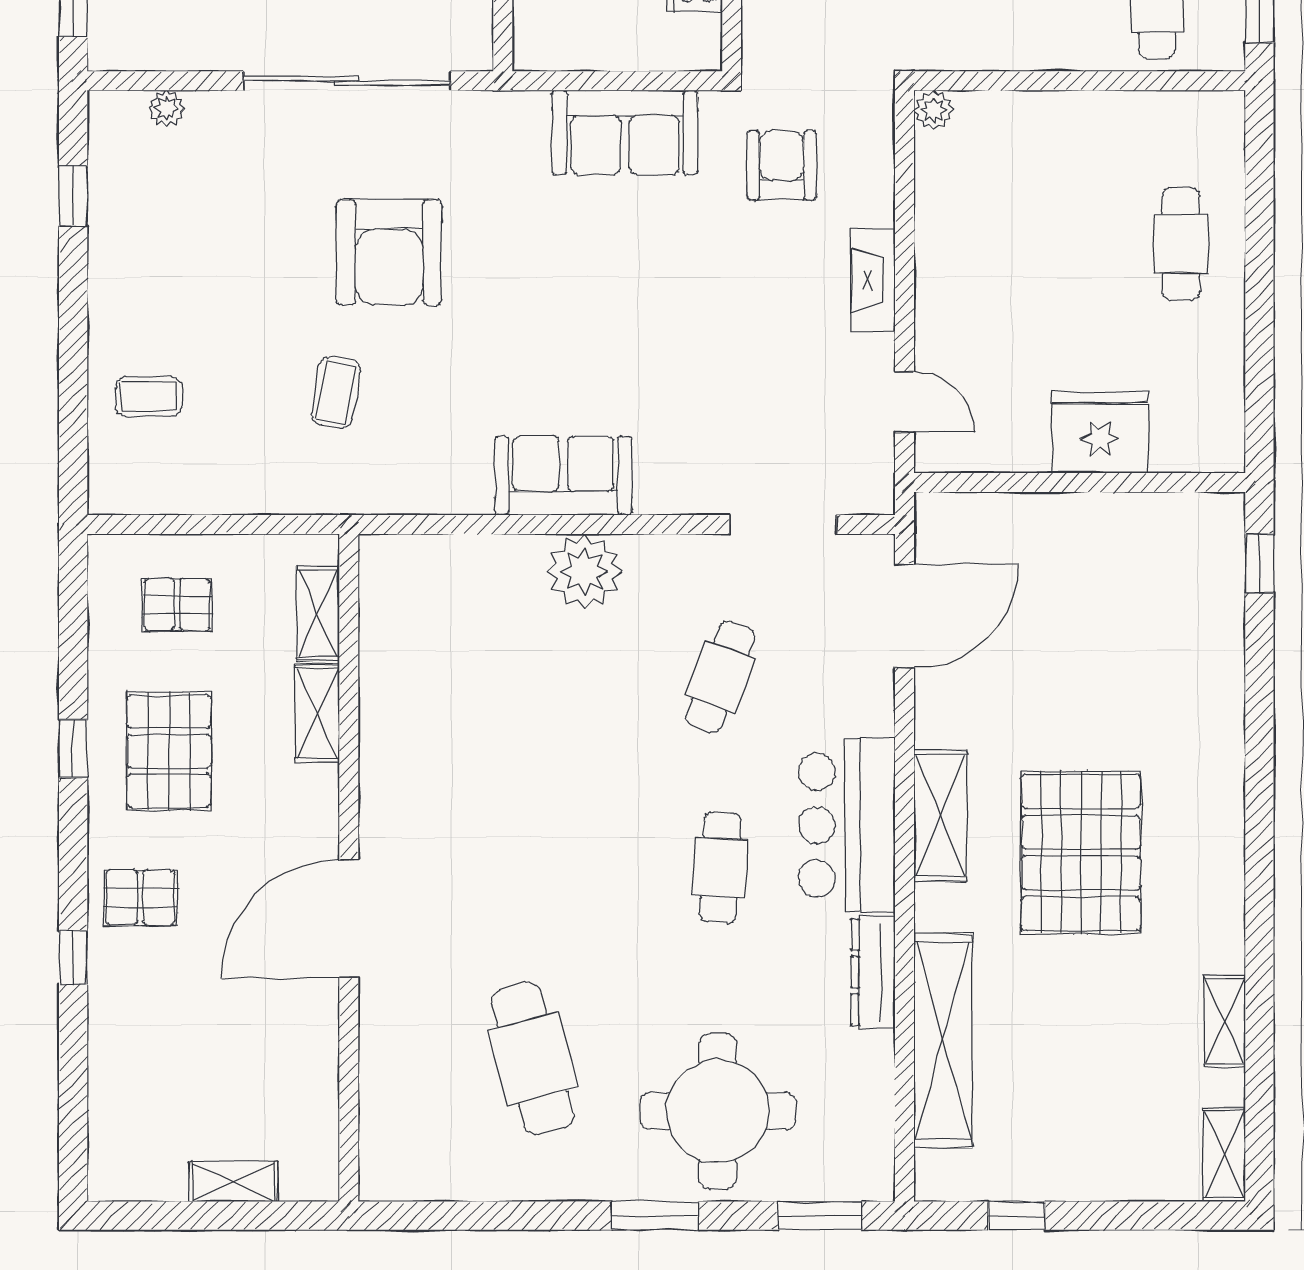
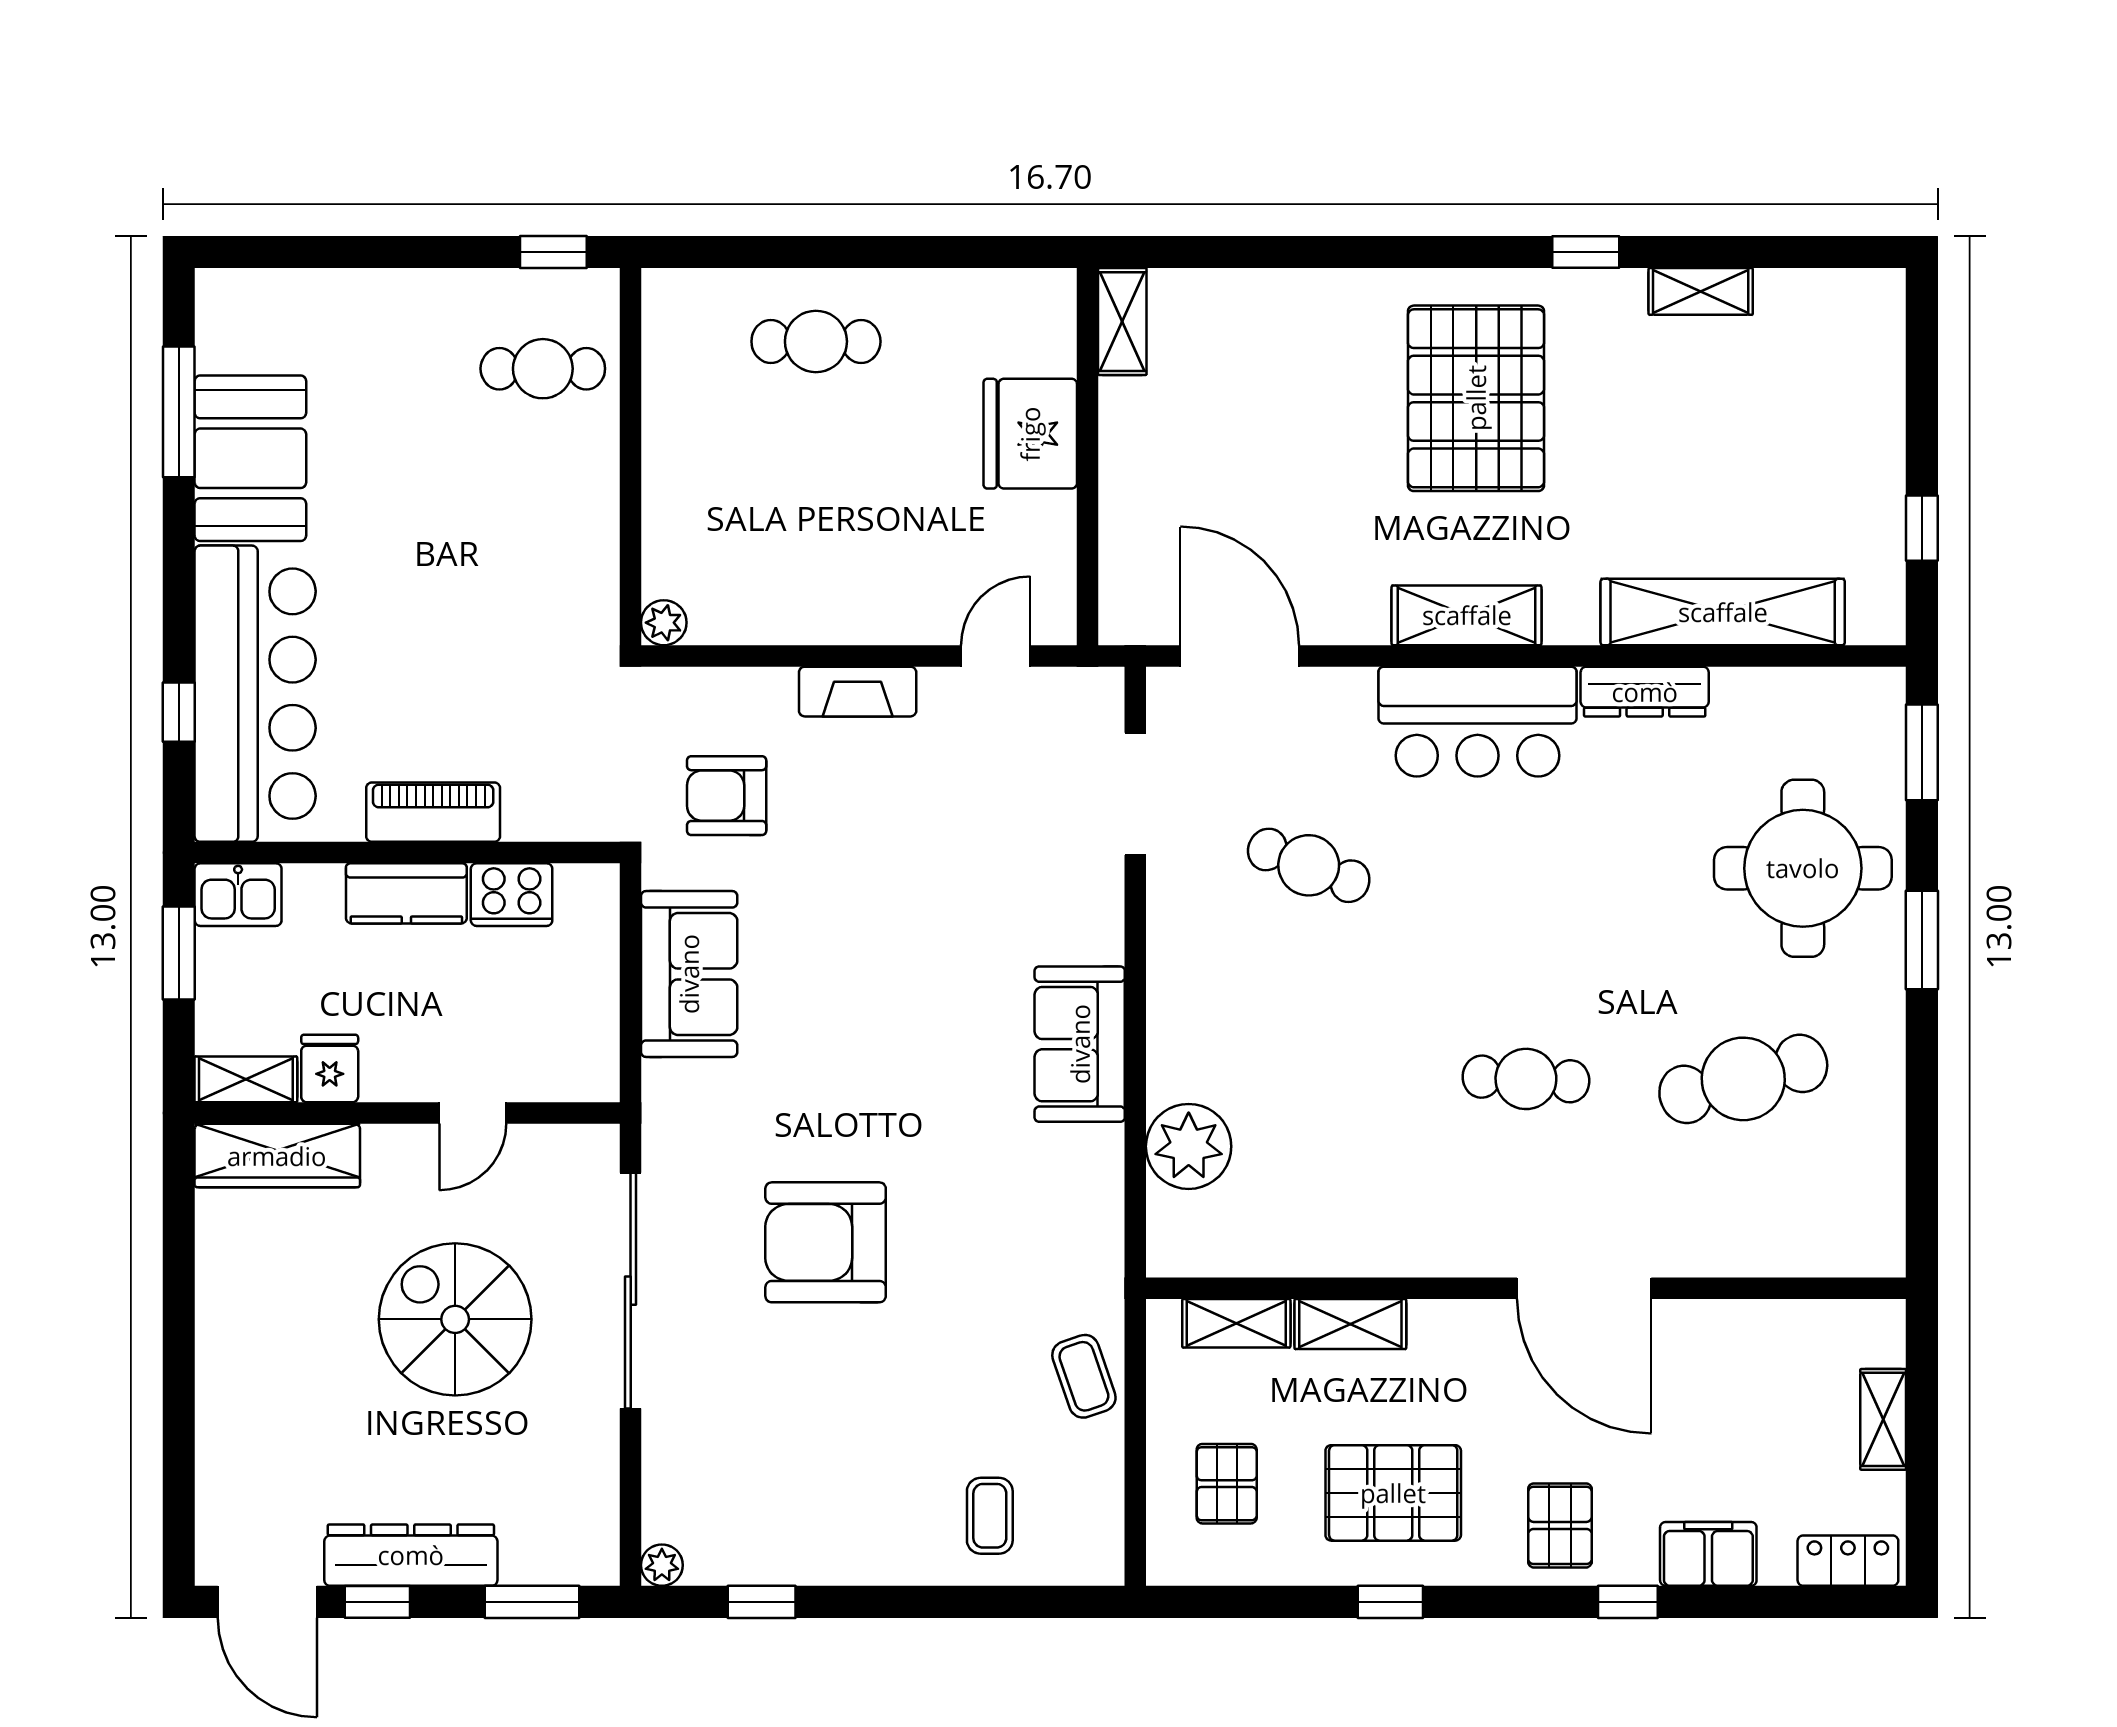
plant: (167, 108) -> (662, 1565), moved
armchair: (389, 252) -> (826, 1242), turned 180
coffee table: (336, 392) -> (1084, 1376), moved, turned 61
window: (1259, 564) -> (1586, 252), moved
plant: (584, 571) -> (1189, 1146), moved
pallet: (1081, 852) -> (1476, 398), moved, turned 90
cafe table: (720, 868) -> (1526, 1079), moved
filing cabinet: (115, 1028) -> (1708, 1554), added
locker: (109, 1151) -> (1848, 1561), added
shelving: (1224, 1155) -> (1122, 322), moved, turned 90

